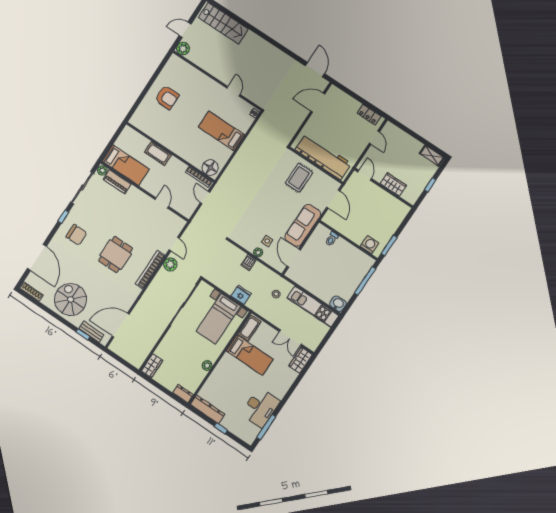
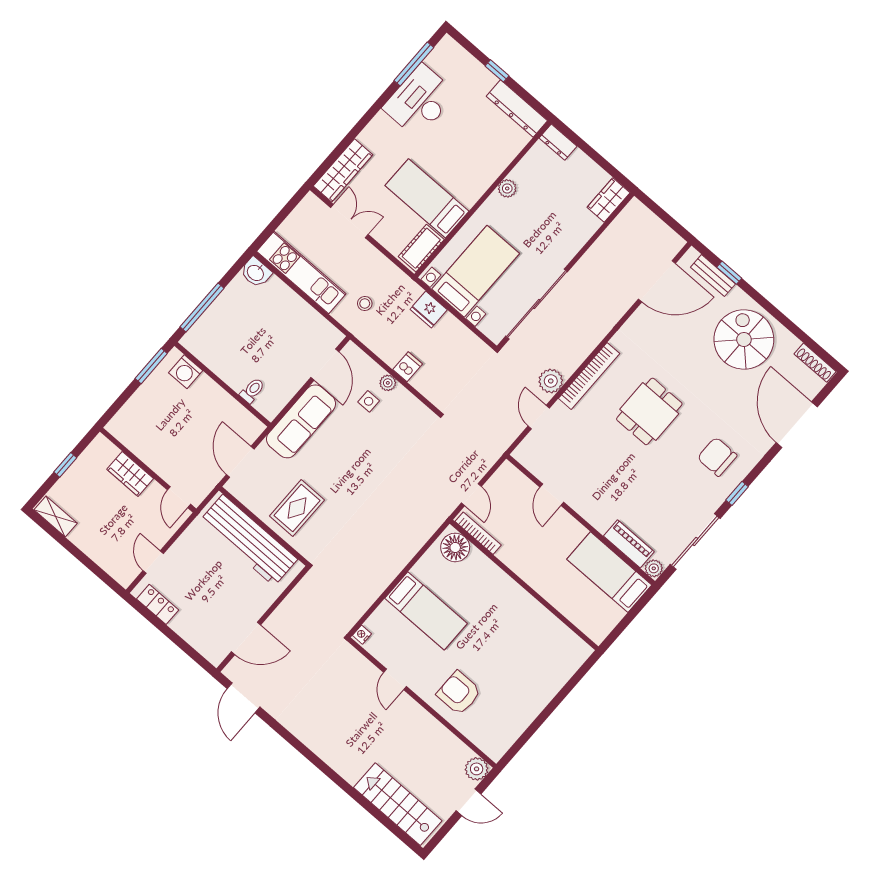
armchair: (167, 97) -> (459, 693), moved
cot: (158, 153) -> (547, 586), removed
spiral stairs: (71, 299) -> (744, 340), turned 180
wardrobe: (300, 360) -> (343, 170), width x1.50

